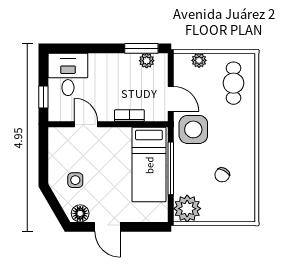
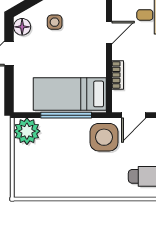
chair: (222, 175) -> (60, 165), removed

